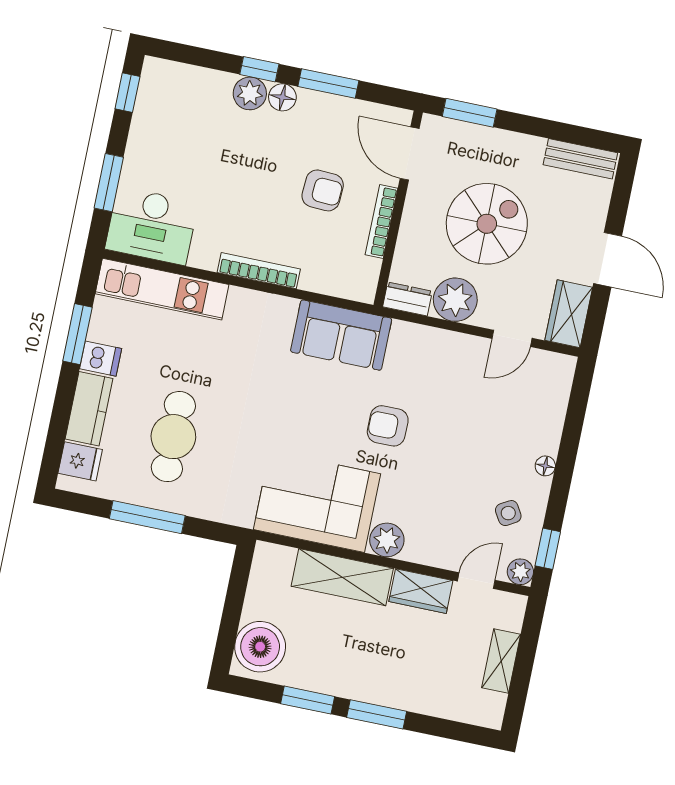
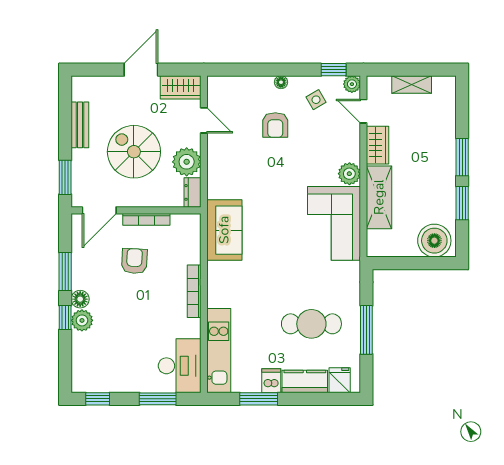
bench: (580, 159) -> (80, 125), moved
armchair: (388, 426) -> (275, 125), moved

